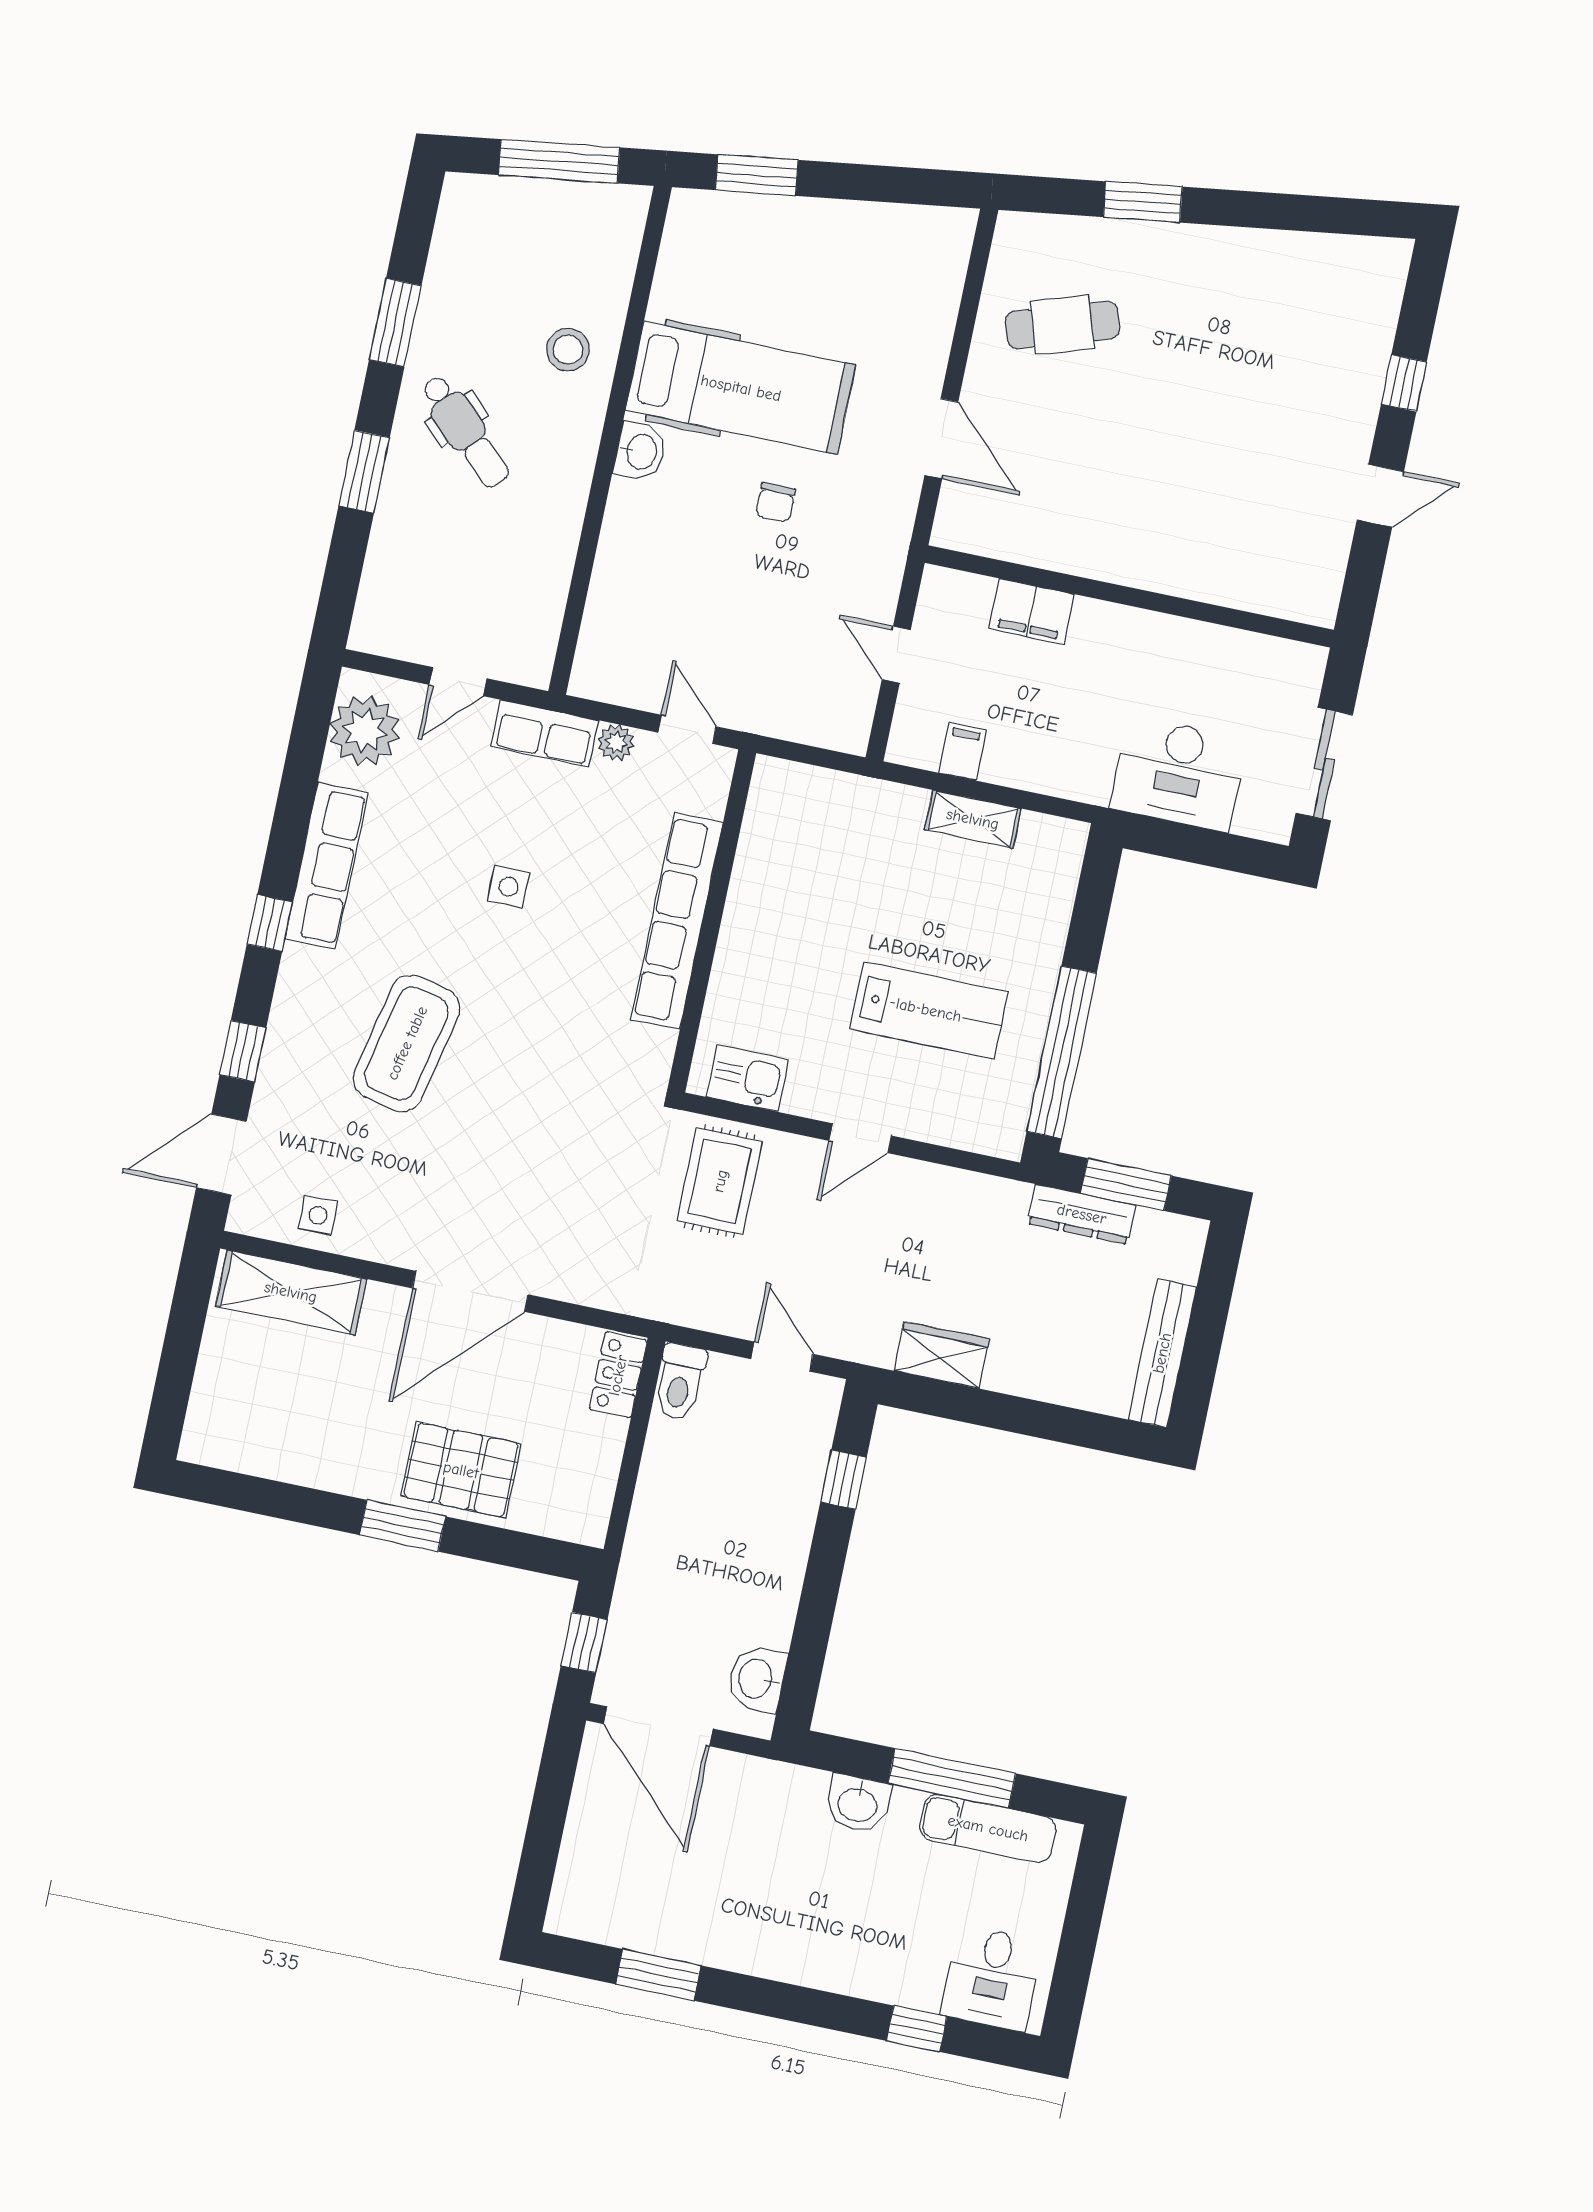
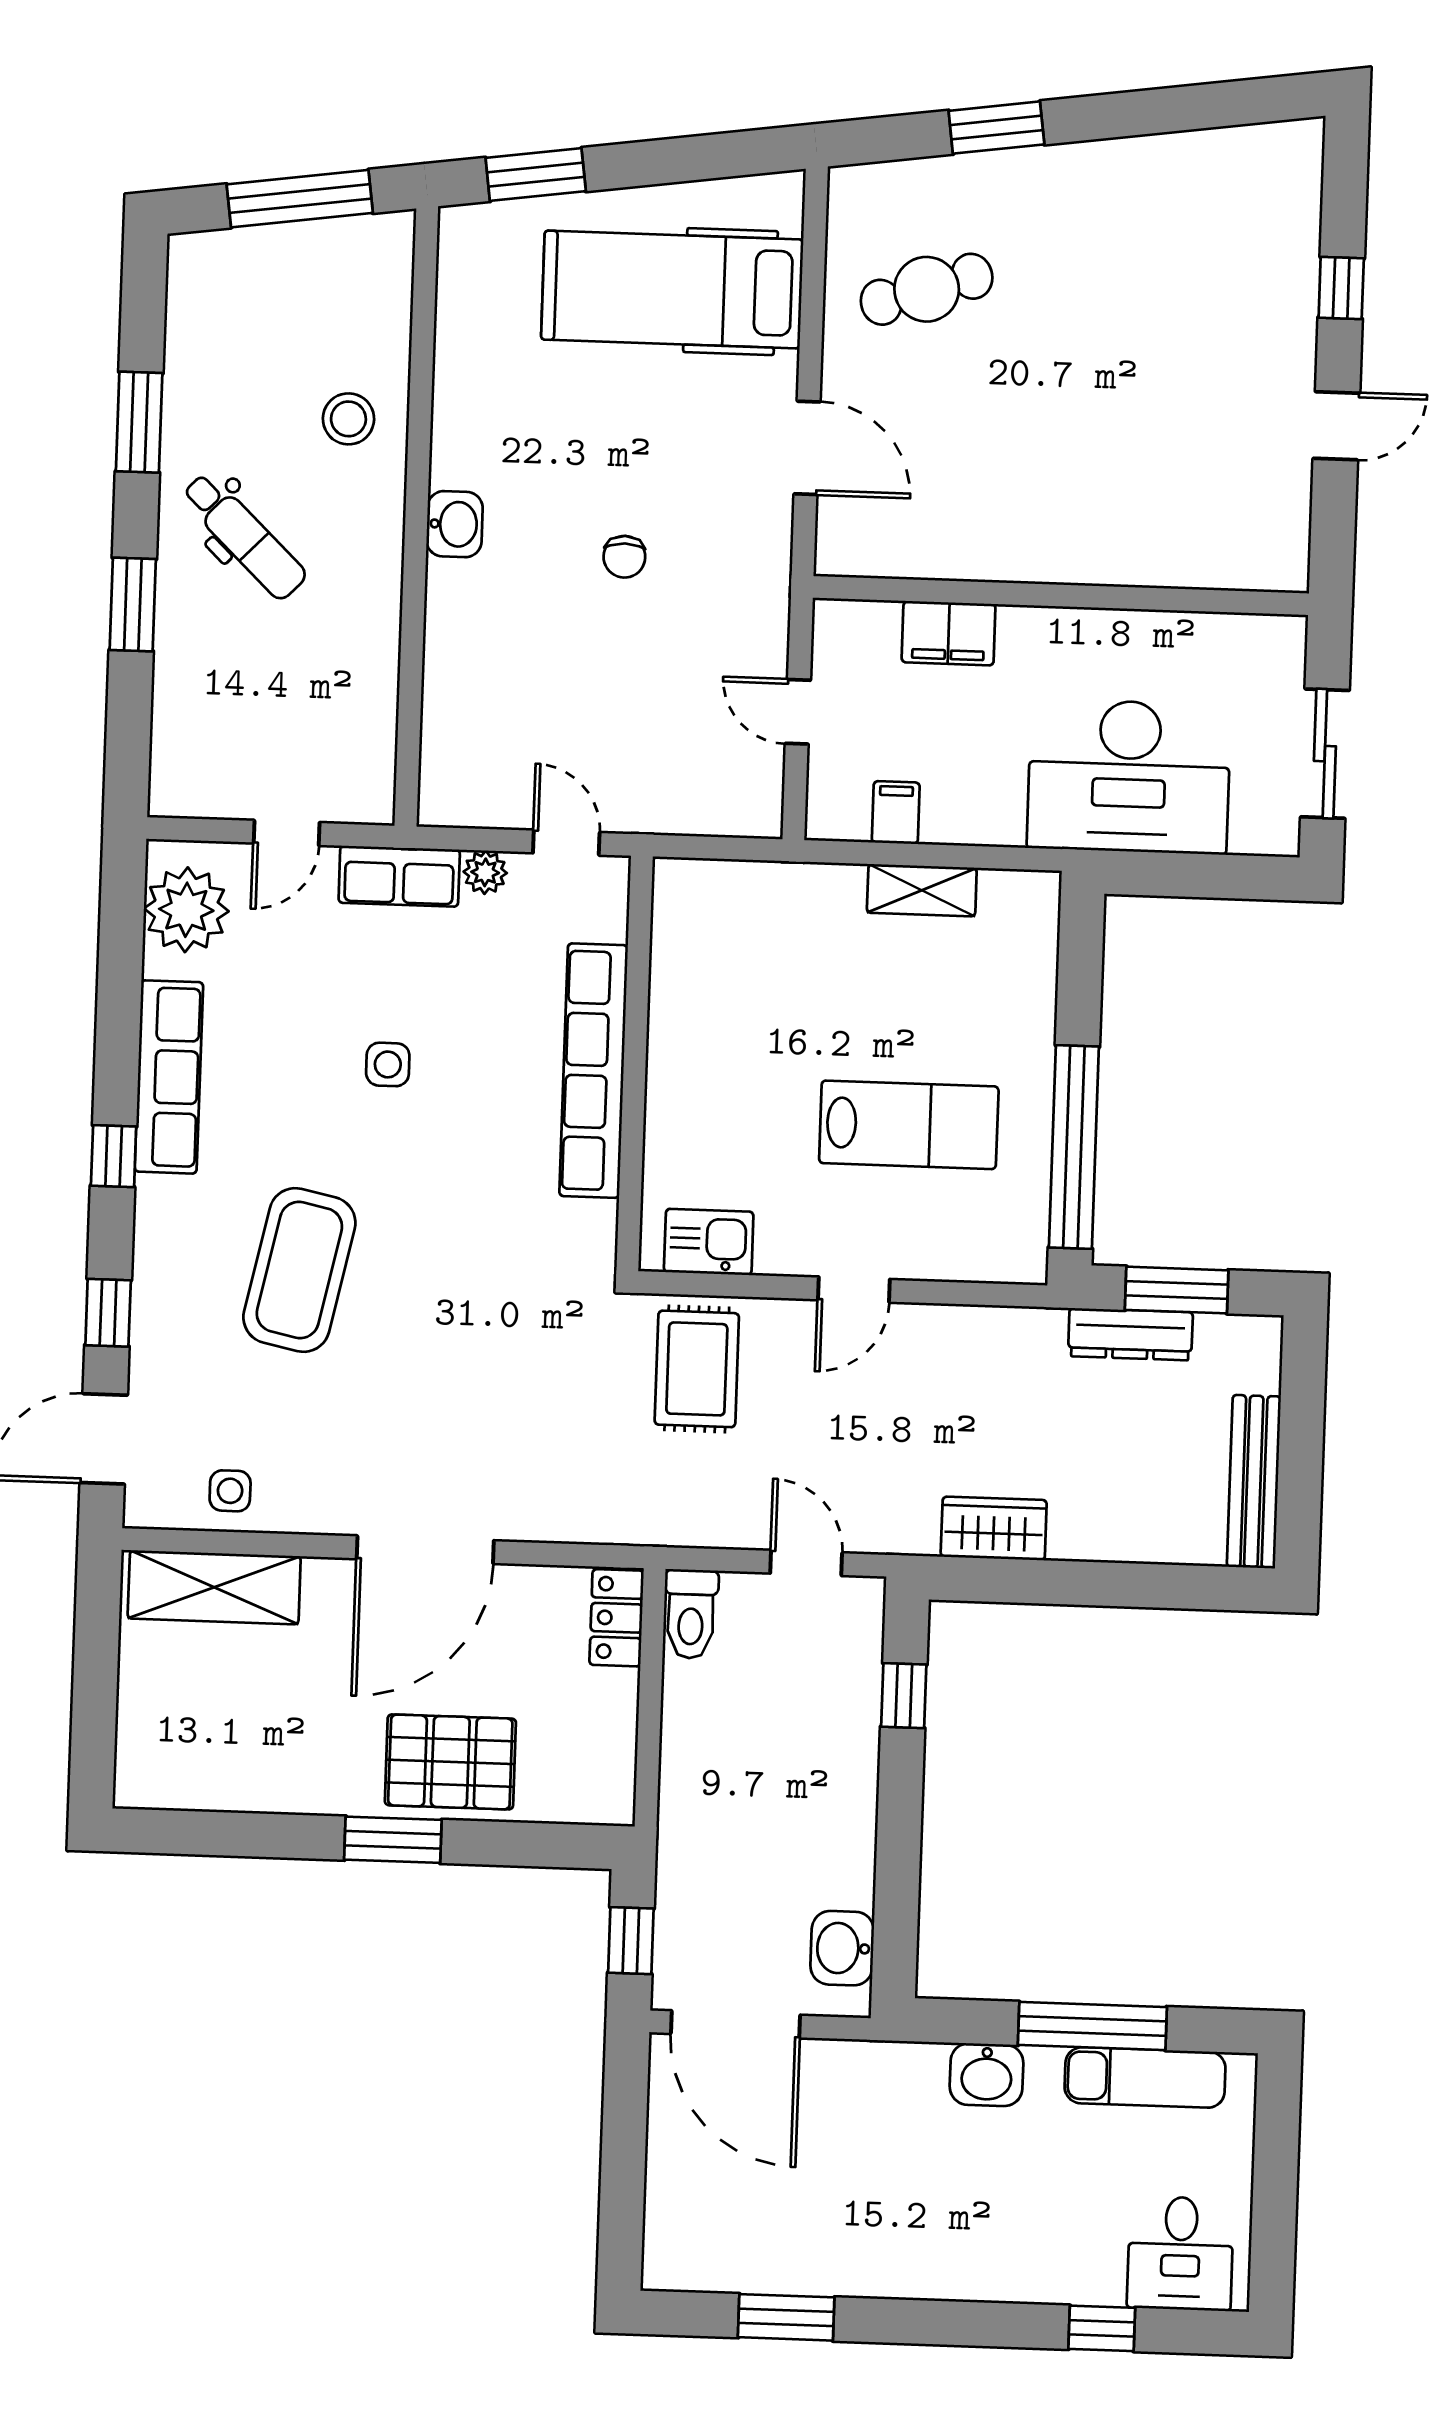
hospital bed: (741, 388) -> (672, 290), moved, turned 180
desk: (1179, 774) -> (1129, 777), width x1.36, depth x1.30

